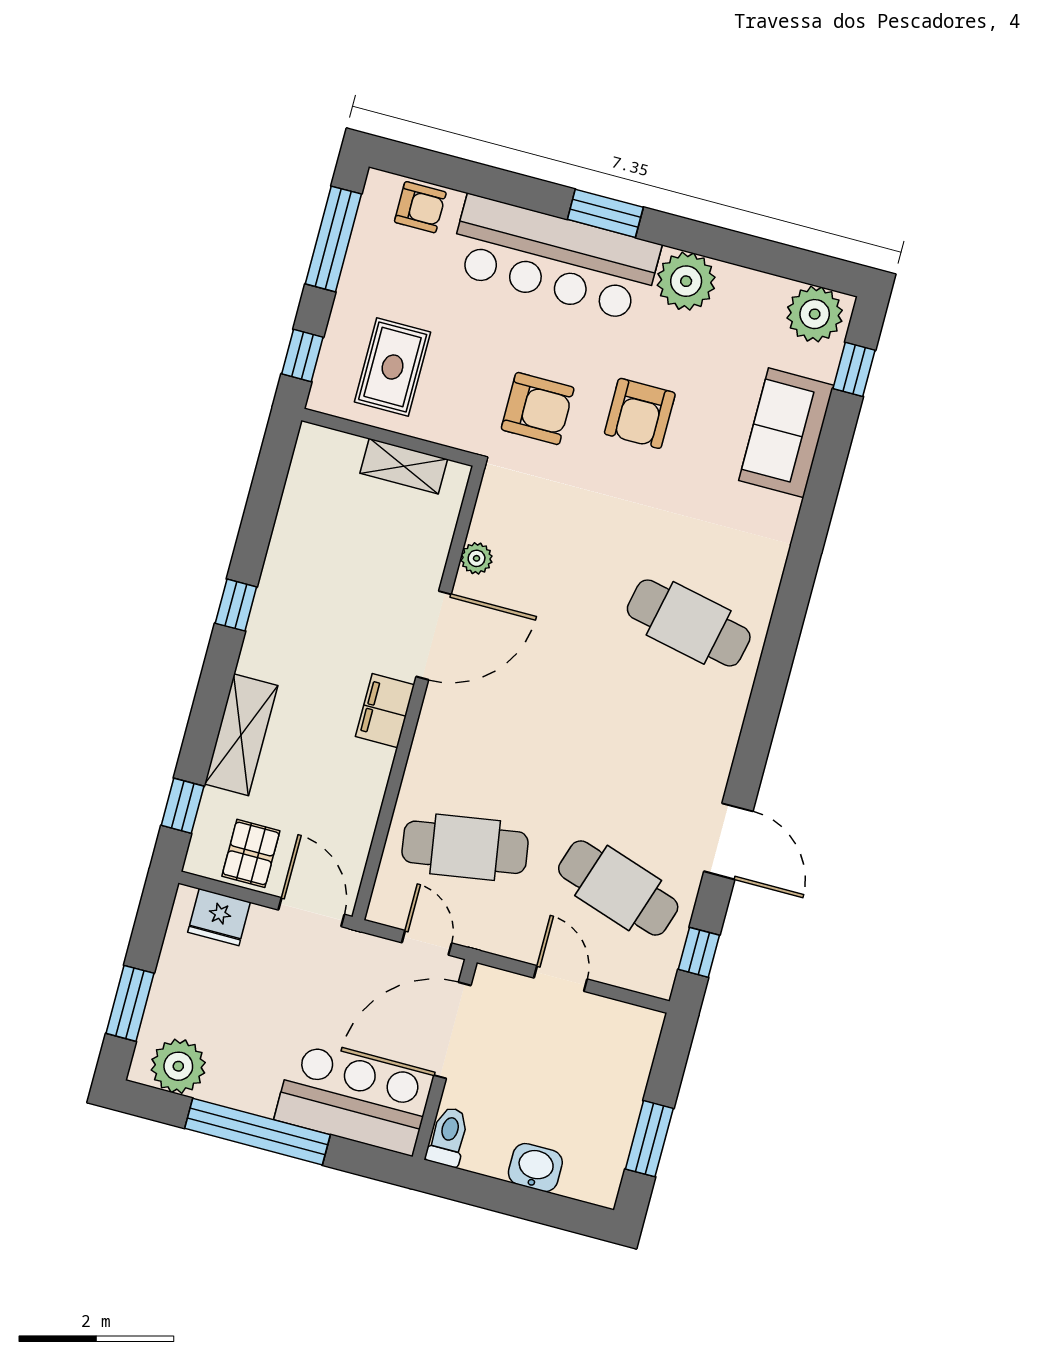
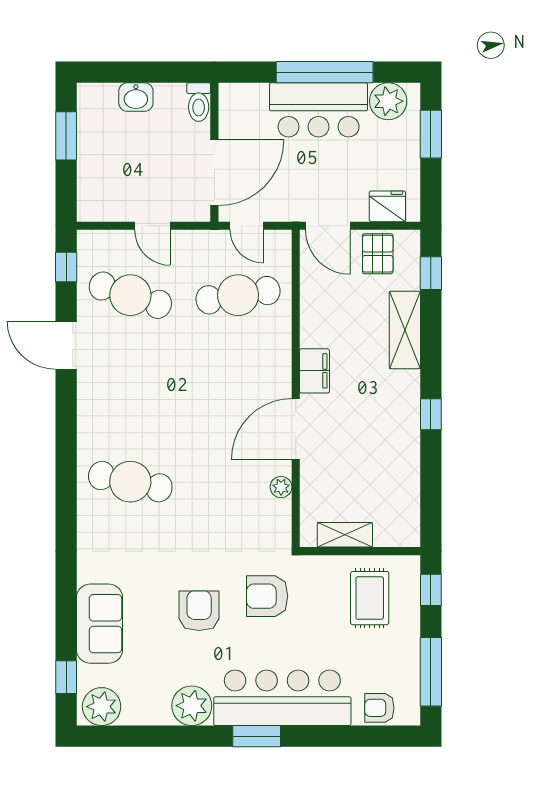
bar counter: (353, 1100) -> (319, 110), moved

